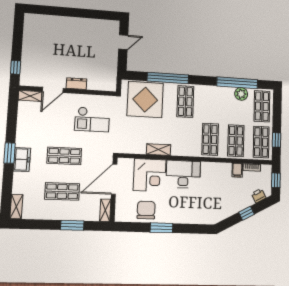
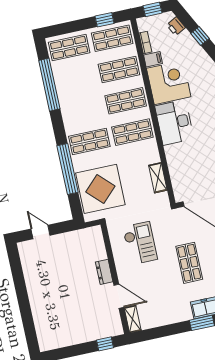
plant: (241, 94) -> (61, 77), removed
shop shelf: (184, 138) -> (132, 132), added
shelving: (159, 150) -> (158, 178), moved
corner desk: (150, 175) -> (169, 83), moved

